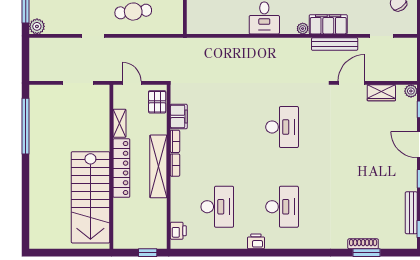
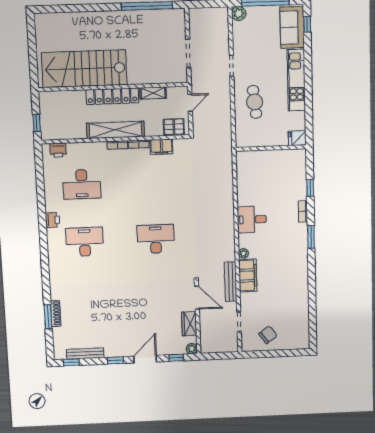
desk: (282, 127) -> (156, 239), turned 180
desk: (282, 207) -> (85, 242), turned 180

